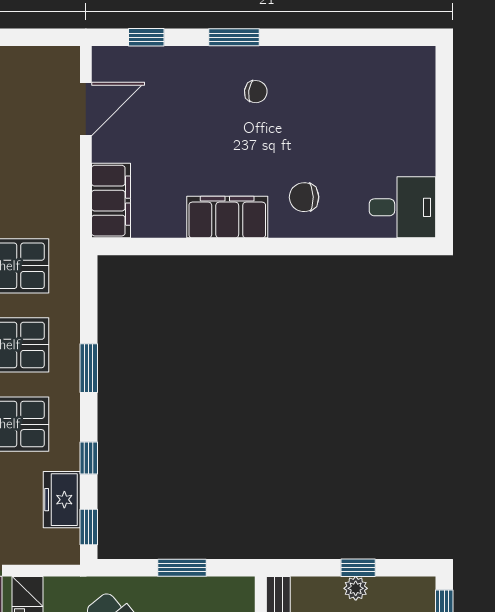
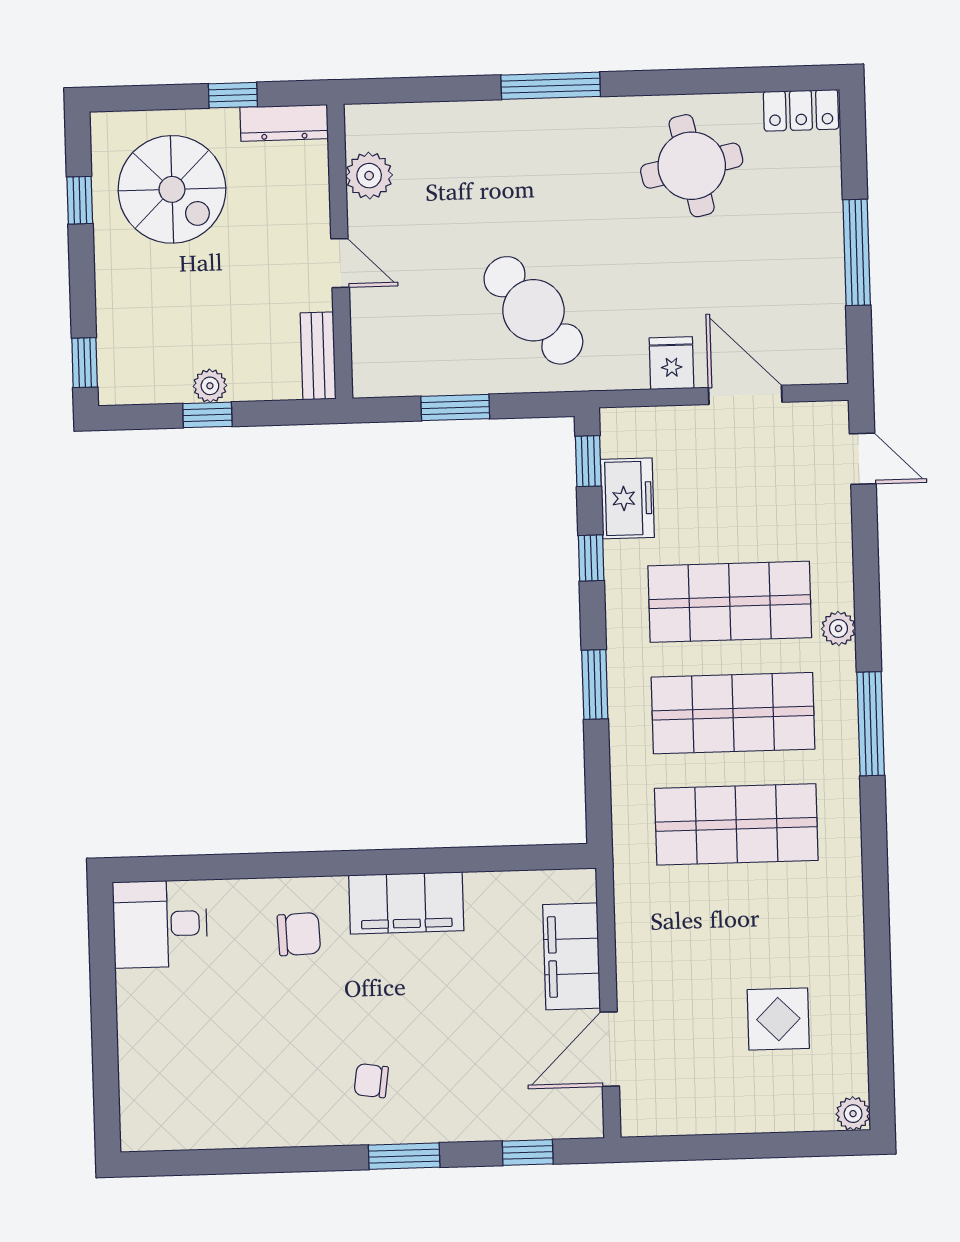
filing cabinet: (111, 201) -> (572, 956), moved

